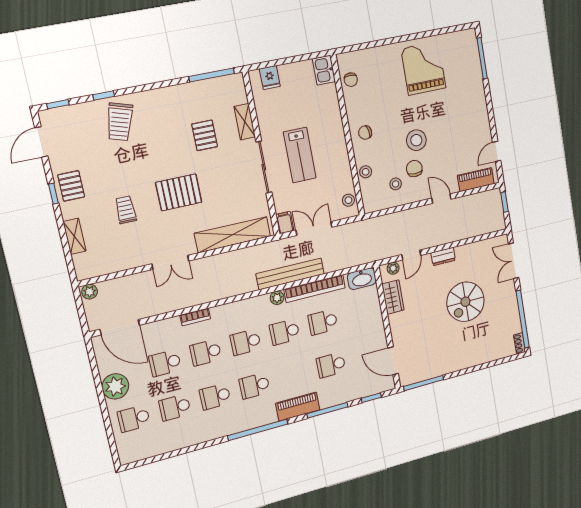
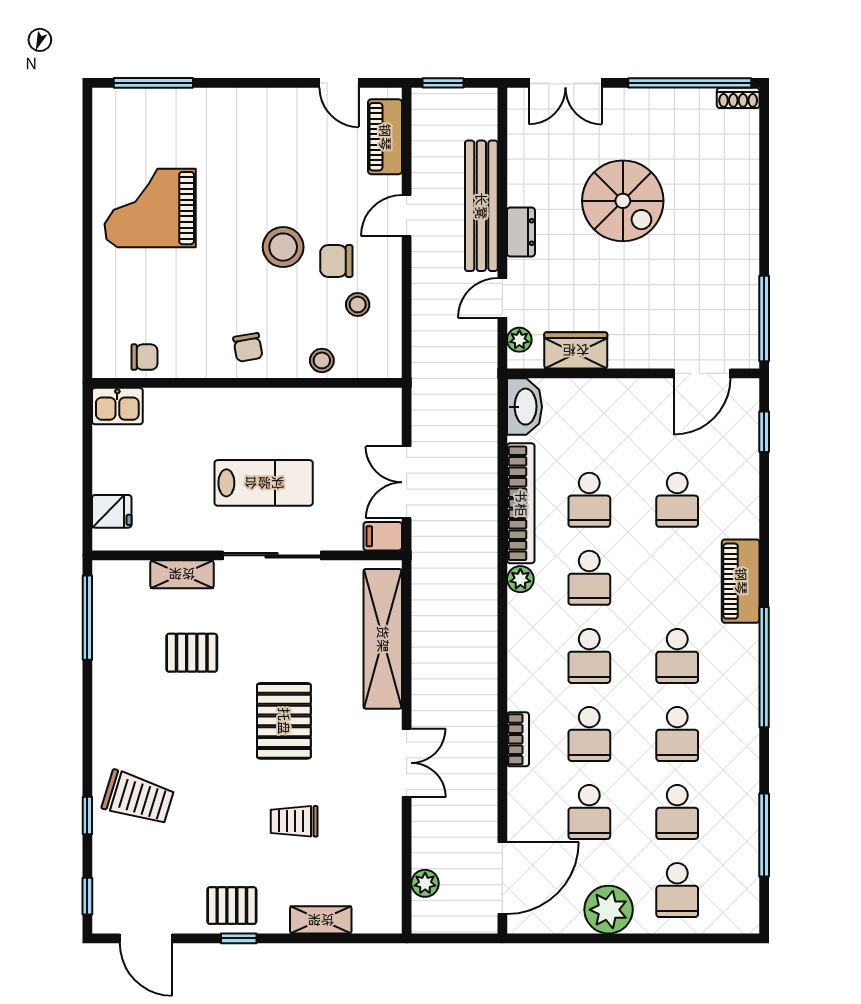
stool: (348, 200) -> (368, 405), removed
door: (411, 255) -> (502, 298), swing flipped
bench: (290, 274) -> (481, 206), moved
plant: (90, 292) -> (425, 883), moved
window: (327, 410) -> (764, 835), moved

